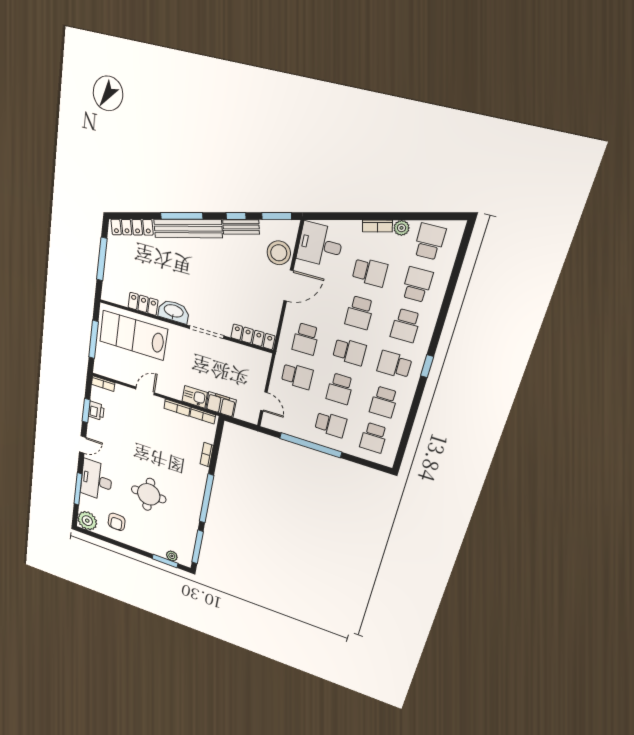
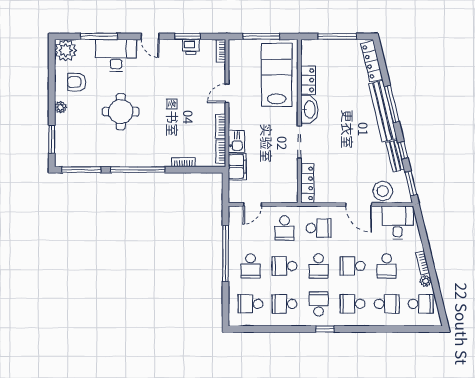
school desk: (306, 339) -> (319, 228), turned 180
door: (145, 391) -> (227, 93), swing flipped
plant: (172, 556) -> (61, 107), moved

